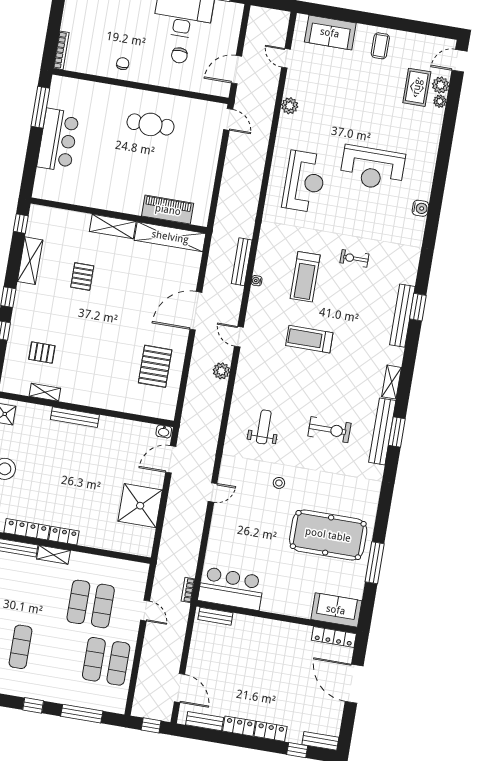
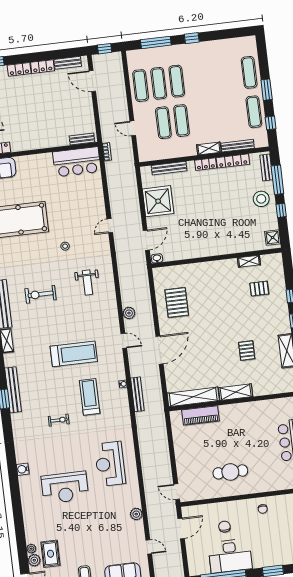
reception desk: (372, 168) -> (65, 488), turned 180
treadmill: (309, 339) -> (74, 354), width x1.37, depth x1.38
bench: (75, 417) -> (169, 168), moved
exercise mat: (20, 647) -> (177, 81), moved

